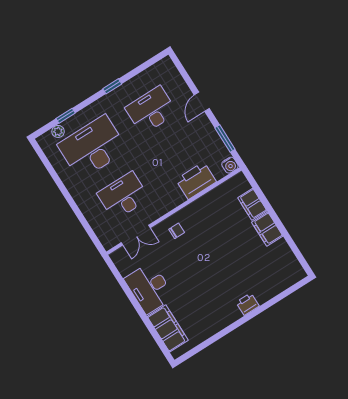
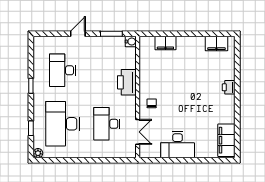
door: (202, 102) -> (78, 34), swing flipped
plant: (58, 131) -> (38, 153), moved
printer: (196, 181) -> (127, 82), moved
filing cabinet: (267, 229) -> (216, 44), moved
filing cabinet: (168, 328) -> (226, 140), moved, turned -90

